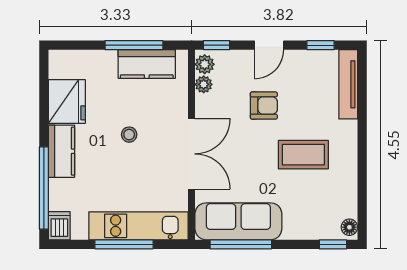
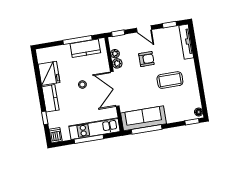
door: (269, 45) -> (144, 29), hinge flipped
plant: (205, 64) -> (117, 63), moved
double door: (192, 154) -> (115, 89), swing flipped
window: (44, 188) -> (45, 118), width x0.32

